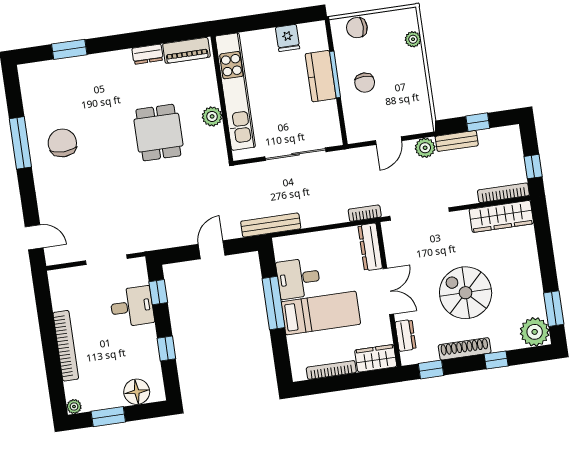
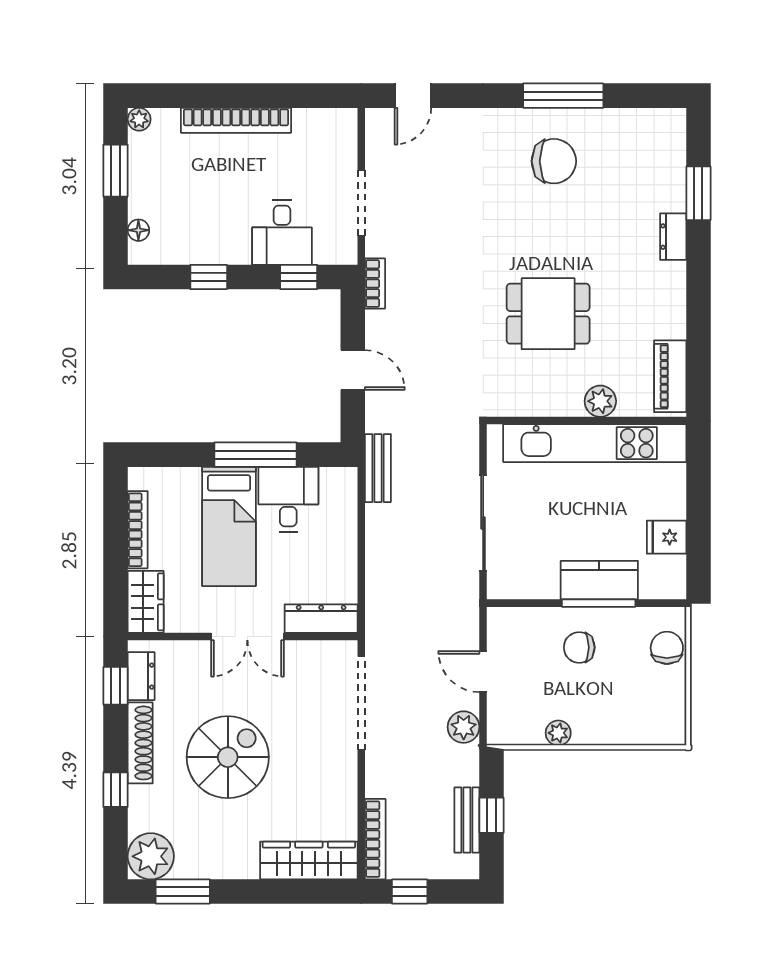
plant: (413, 39) -> (558, 733), moved
dresser: (148, 54) -> (673, 237), moved
plant: (212, 116) -> (600, 401), moved
bench: (457, 141) -> (467, 820), moved
bookcase: (365, 213) -> (375, 283), moved
wardrobe: (501, 216) -> (309, 860), moved, turned 90
bench: (271, 225) -> (378, 468), width x0.73
dresser: (406, 335) -> (141, 676), moved, turned -90
floor lamp: (137, 392) -> (138, 230), width x0.53, depth x0.53

